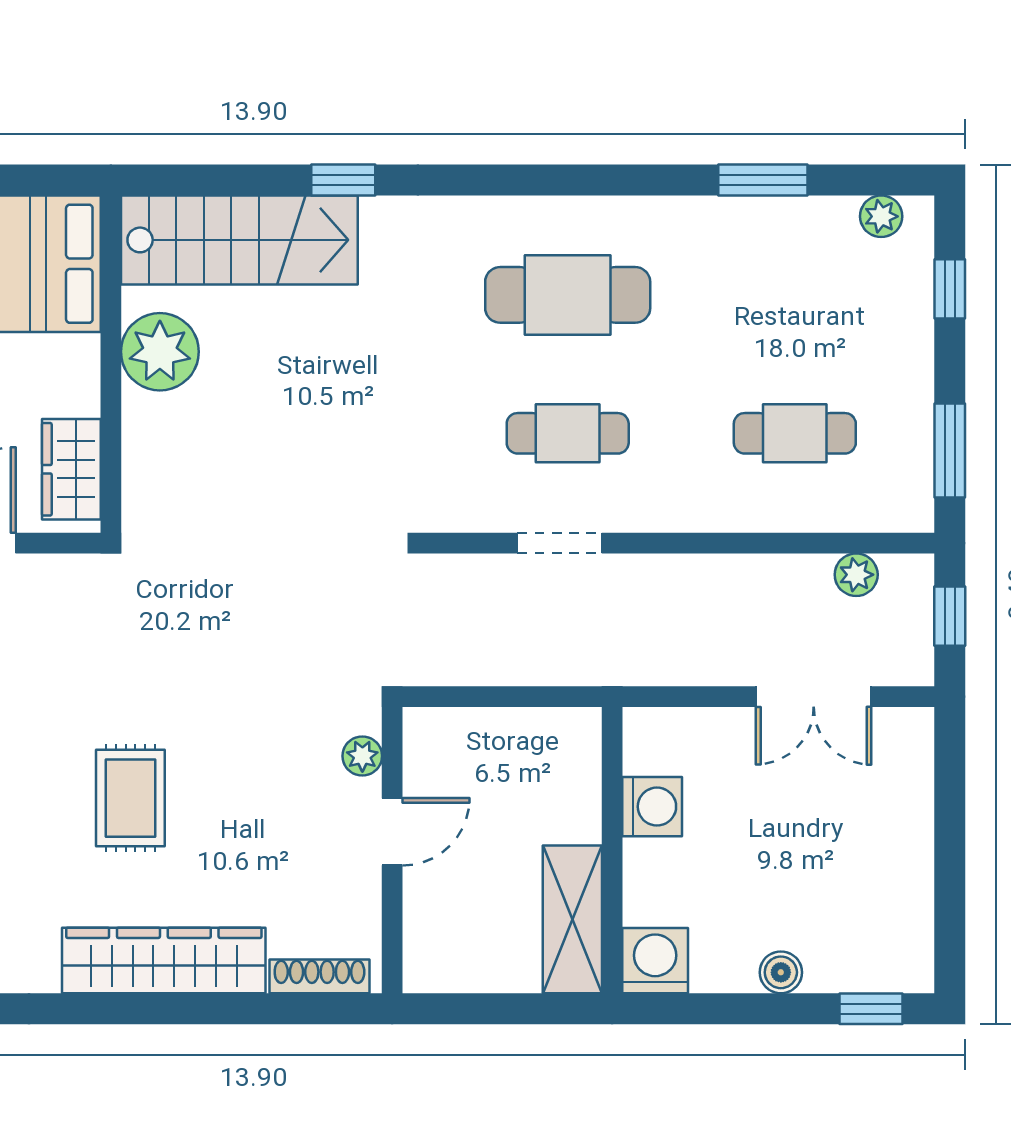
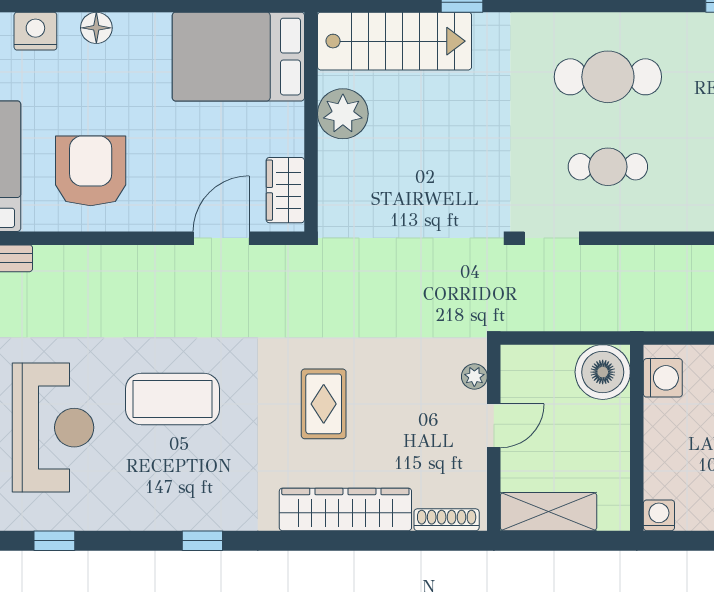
doorway: (560, 543) -> (552, 238), moved
boiler: (560, 749) -> (603, 372), added
washing machine: (652, 807) -> (663, 378), moved
shelving: (572, 919) -> (549, 512), moved, turned 90
washing machine: (655, 961) -> (659, 515), width x0.73, depth x0.73

